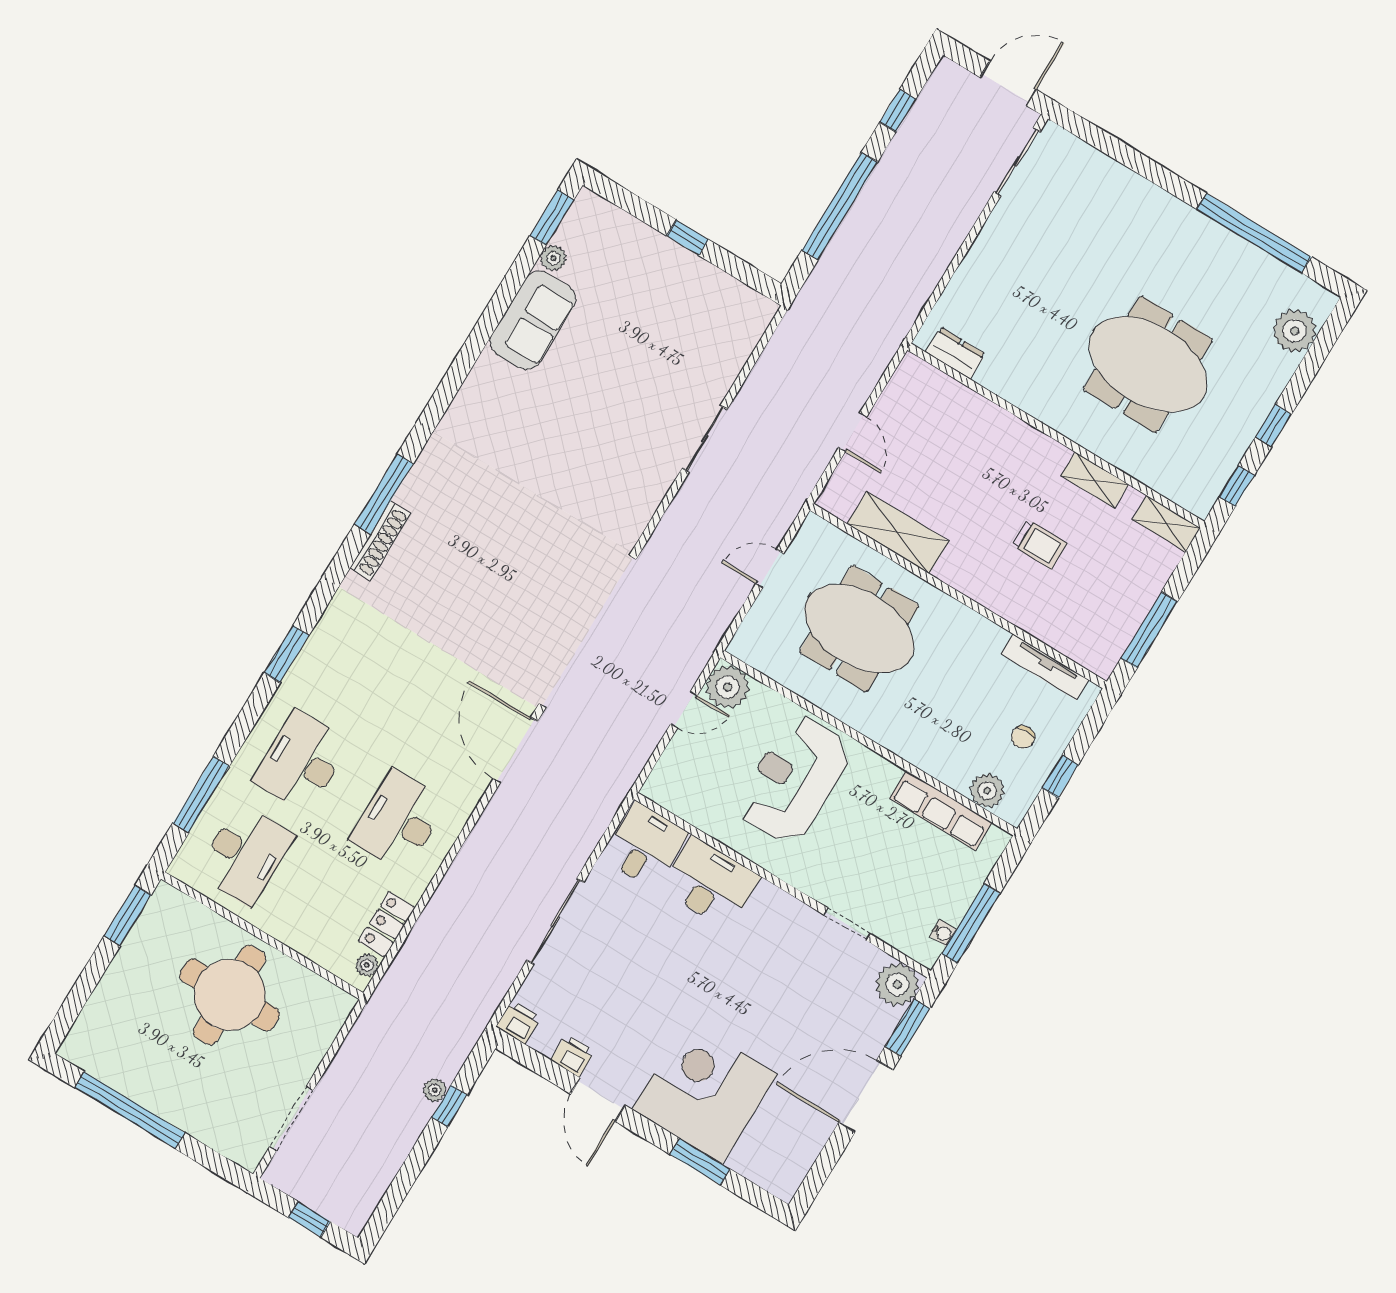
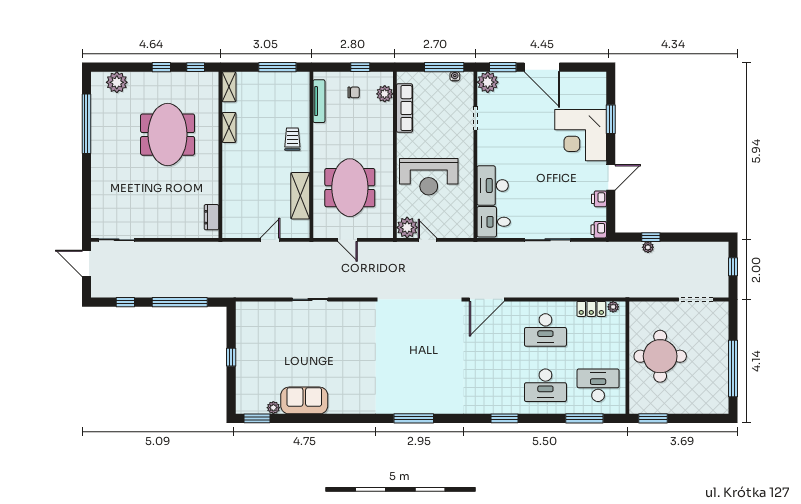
shoe rack: (380, 541) -> (434, 408), removed
trolley: (1039, 544) -> (292, 139), moved

